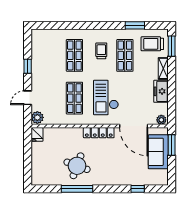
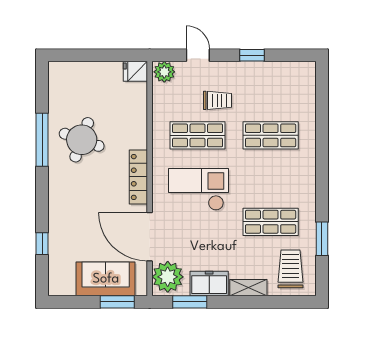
window: (172, 46) -> (190, 302), moved
trolley: (101, 51) -> (218, 100), moved
plant: (161, 120) -> (168, 277), width x1.87, depth x1.87
door: (134, 126) -> (150, 237), hinge flipped

